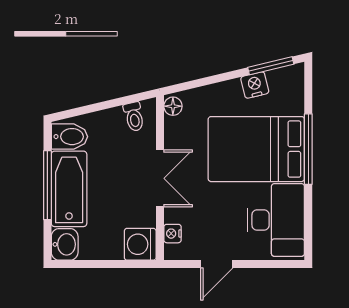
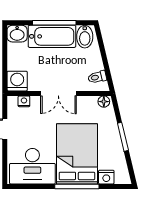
window: (271, 66) -> (123, 137), moved
nightstand: (255, 85) -> (106, 177), moved, turned 103

